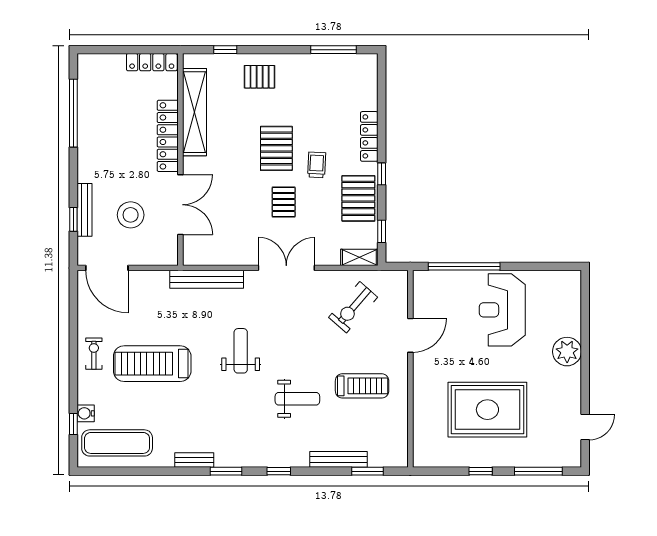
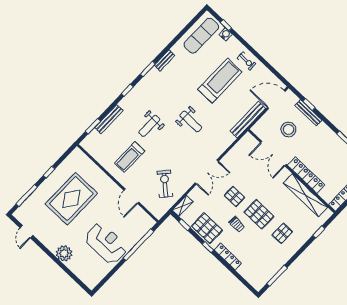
pallet: (260, 77) -> (282, 233), moved
bench: (207, 279) -> (248, 120), moved

